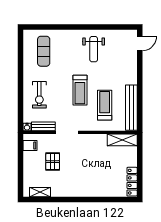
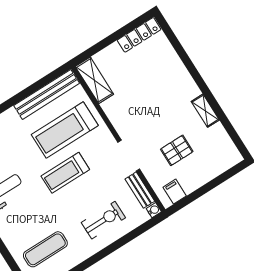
treadmill: (80, 90) -> (65, 173), turned 180
treadmill: (105, 105) -> (65, 130), width x1.37, depth x1.38
shelving: (40, 192) -> (205, 111), moved

